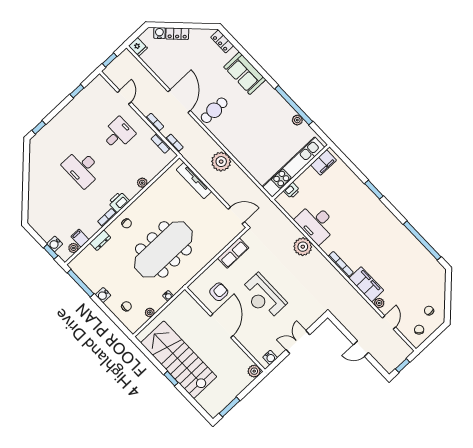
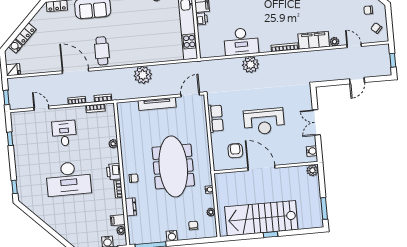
desk: (82, 168) -> (68, 179), width x1.36, depth x1.30
tv unit: (194, 181) -> (157, 104), moved
printer: (292, 190) -> (202, 19), moved

